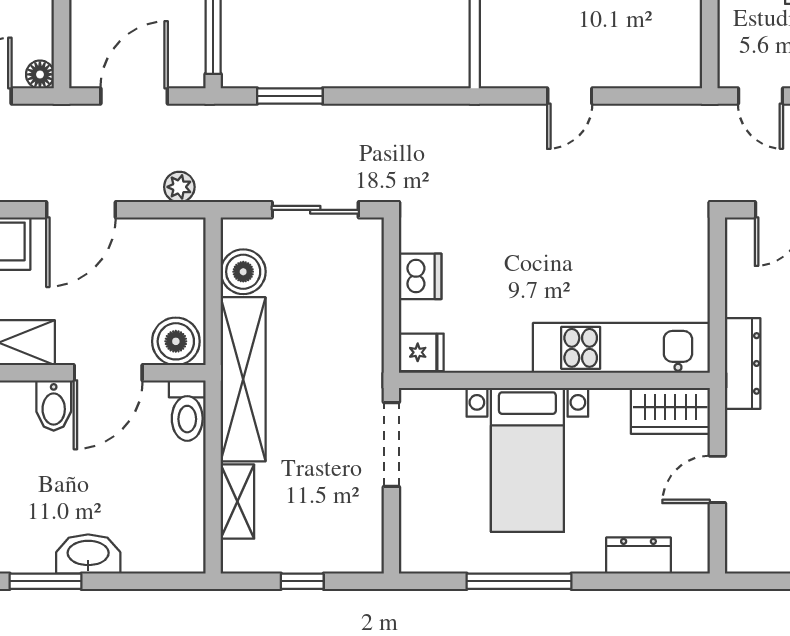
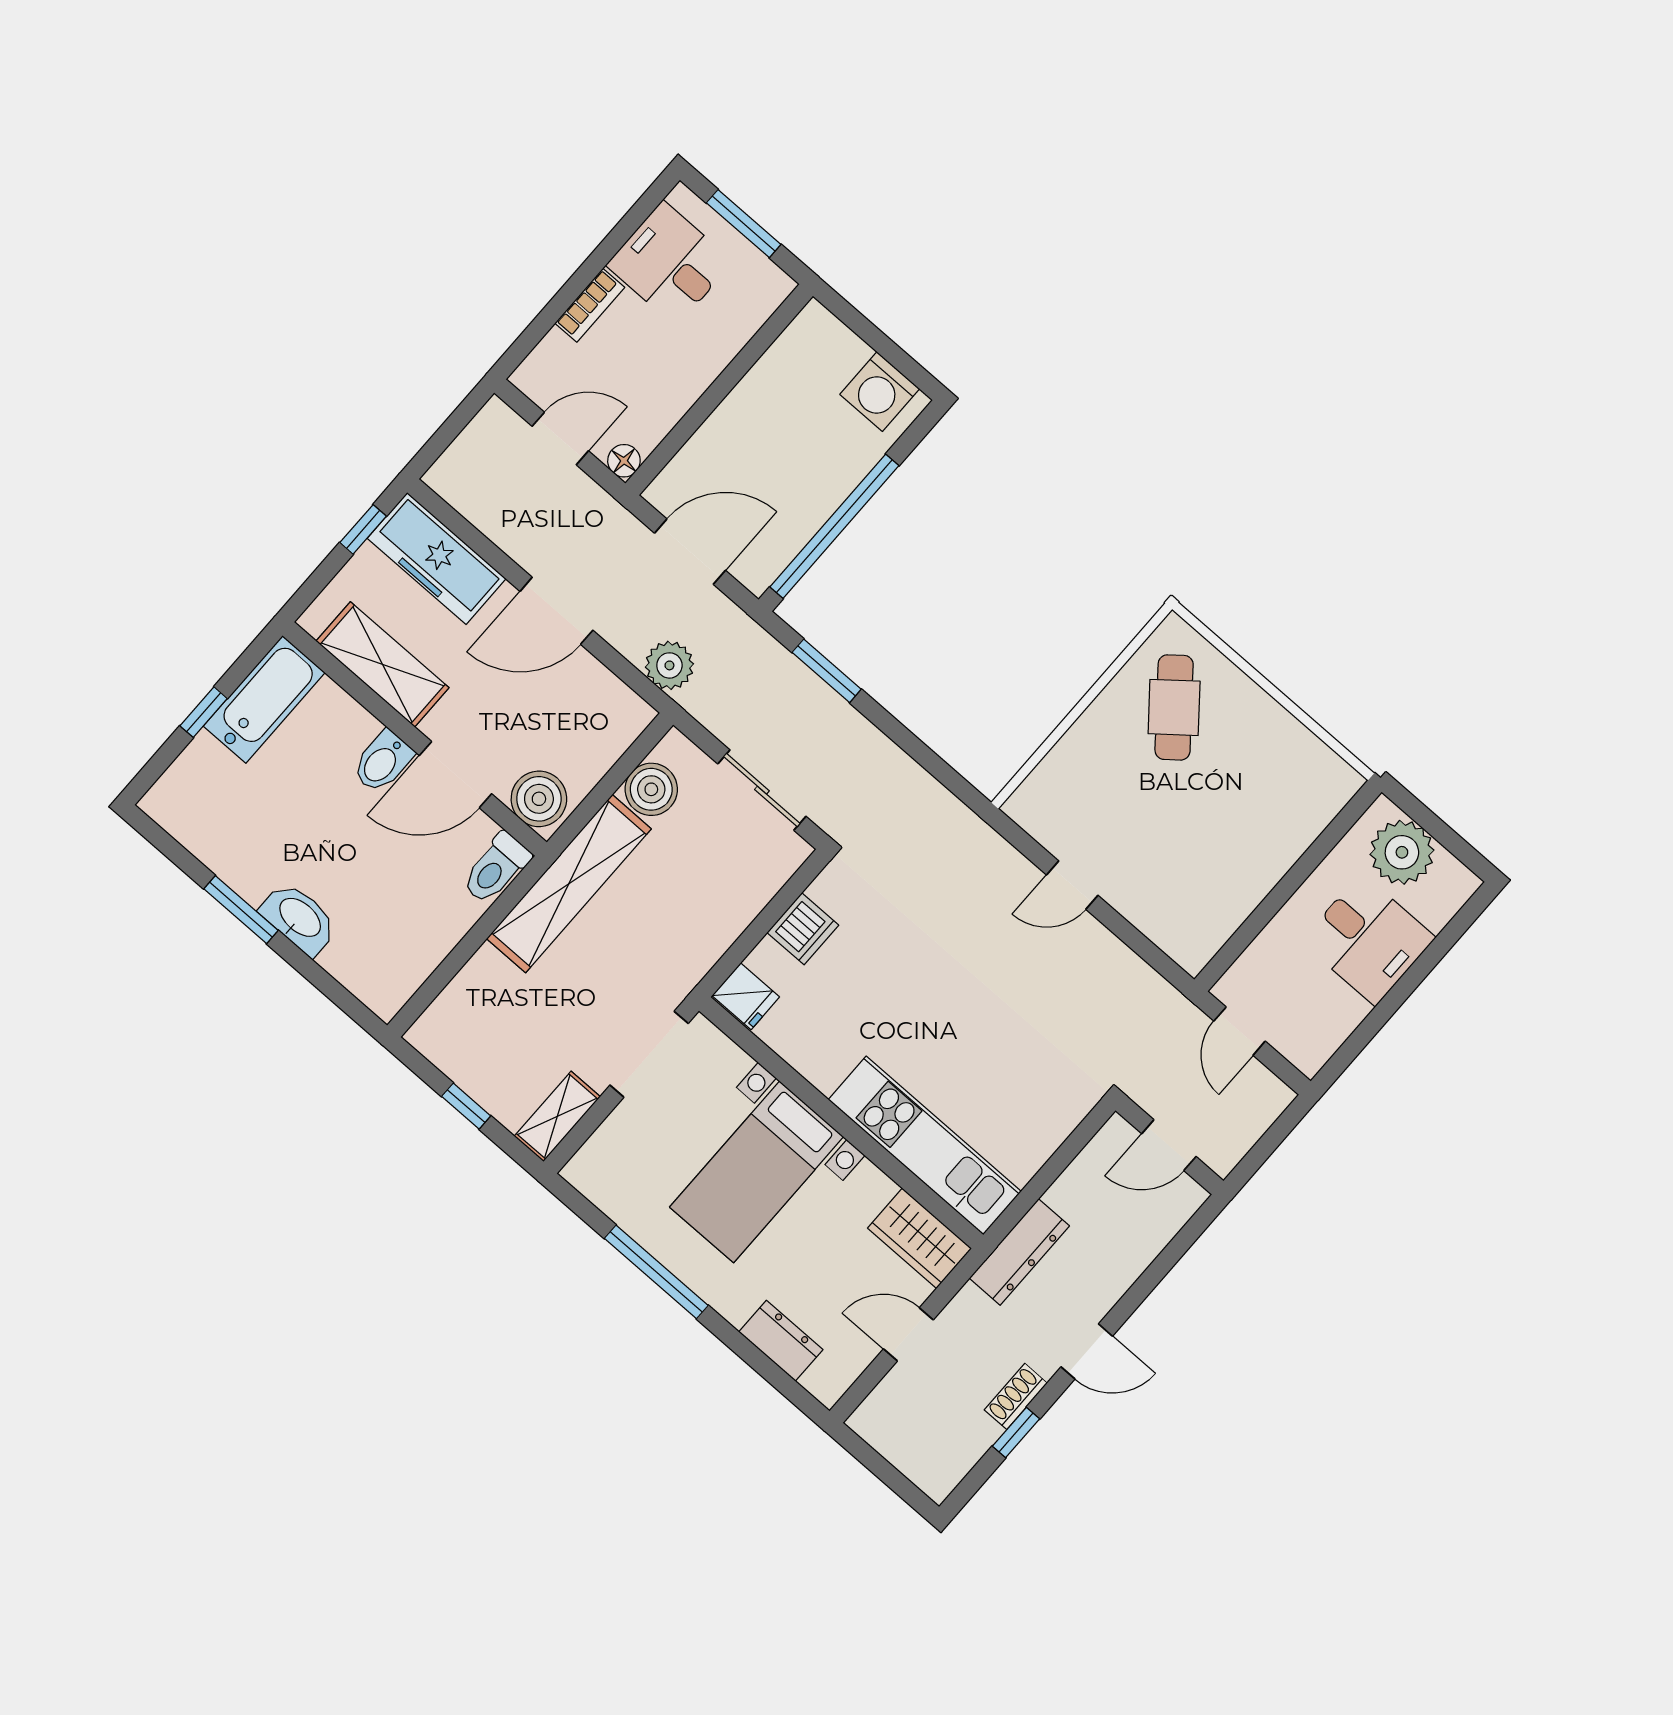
plant: (179, 187) -> (669, 665), width x1.38, depth x1.38
shelving: (237, 502) -> (557, 1116), moved

